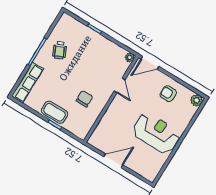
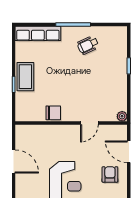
door: (150, 63) -> (129, 152), moved
chair: (84, 99) -> (53, 113), moved

